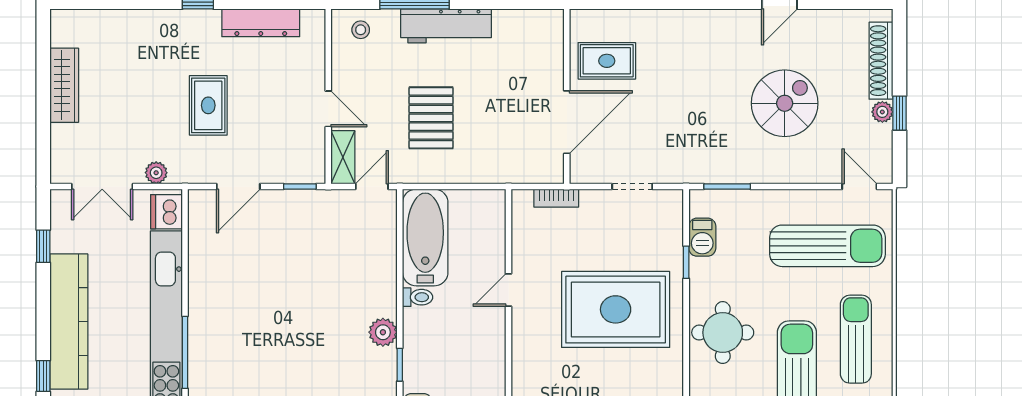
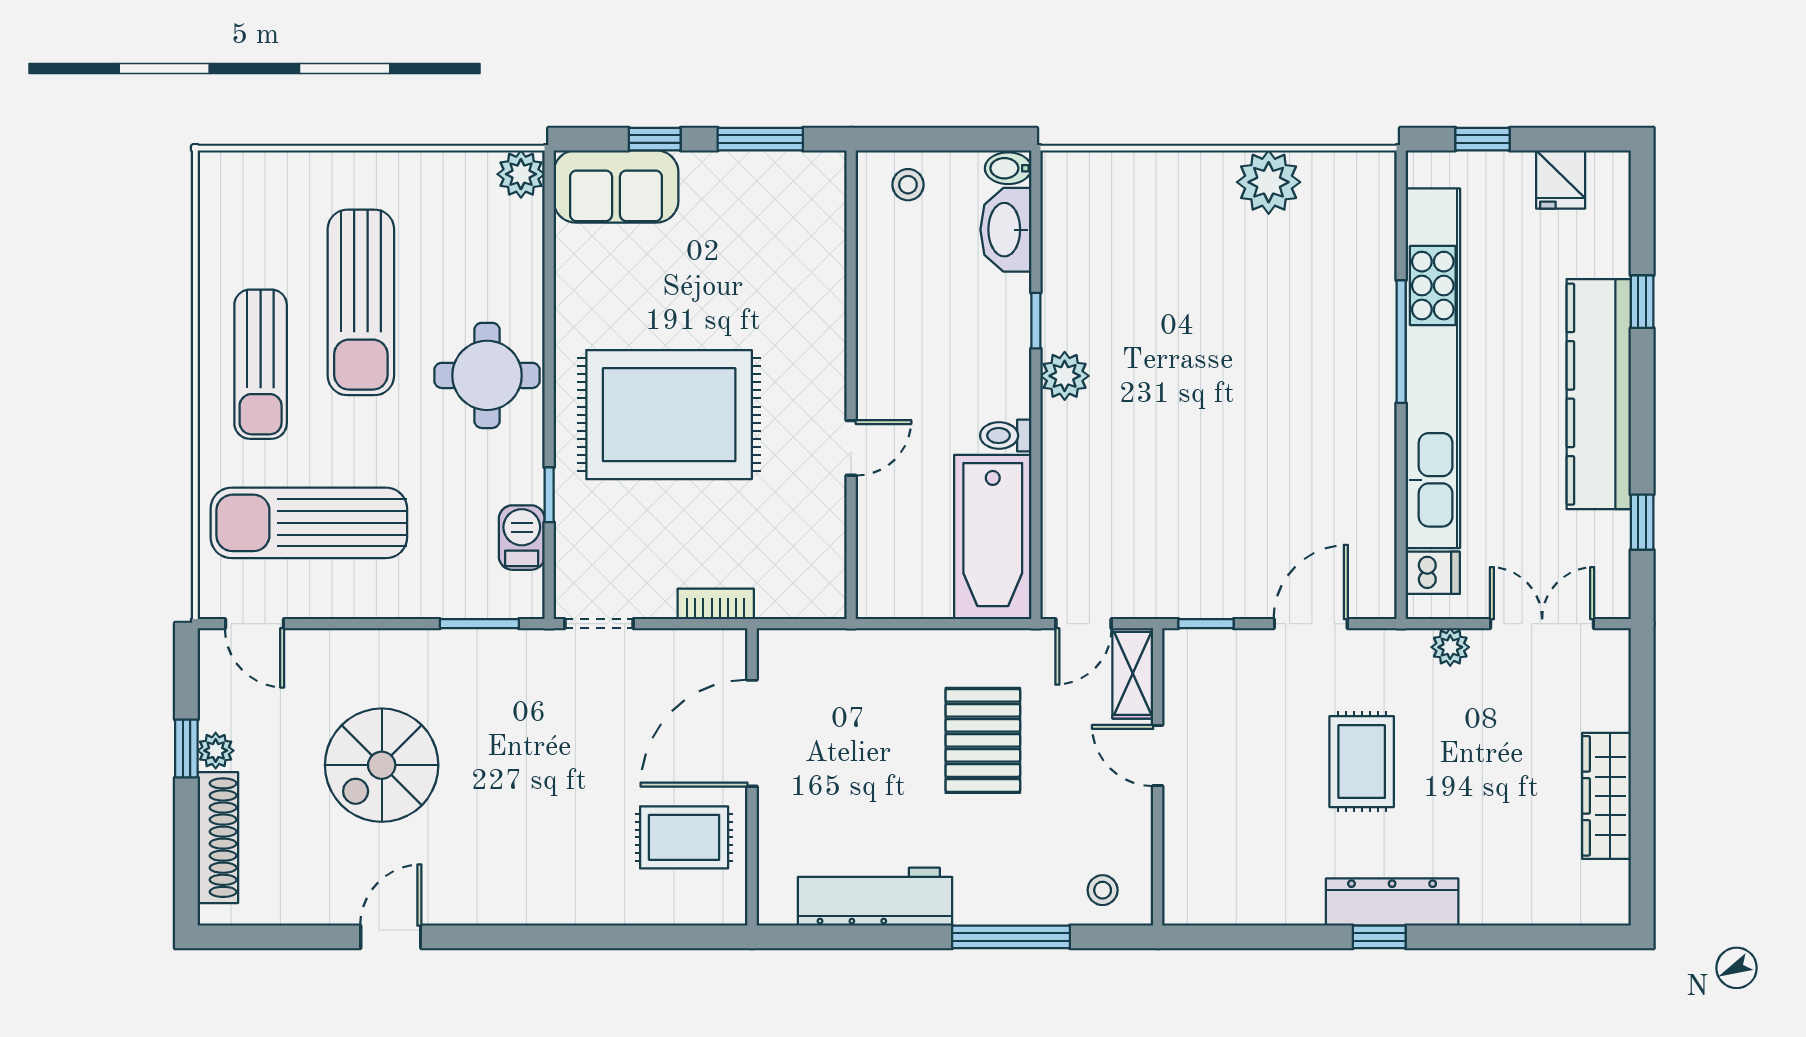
dresser: (261, 23) -> (1392, 902), moved
workbench: (446, 26) -> (875, 897), moved
doorway: (632, 186) -> (599, 624), moved
bookcase: (556, 198) -> (716, 604), moved
dishwasher: (166, 212) -> (1433, 573), width x0.73

